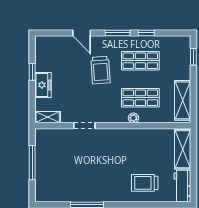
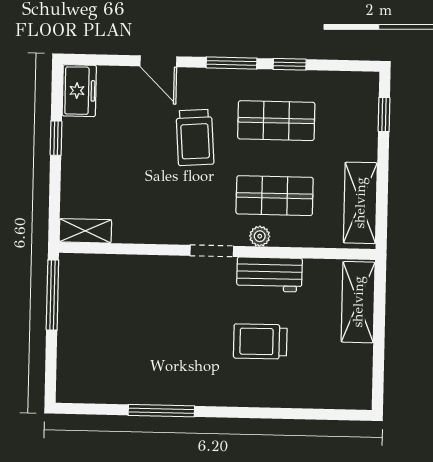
freezer: (43, 85) -> (79, 91), moved
doorway: (84, 126) -> (212, 251), moved
window: (32, 163) -> (52, 295), moved
trolley: (145, 183) -> (260, 341), moved
workbench: (182, 186) -> (269, 274), moved, turned -90

